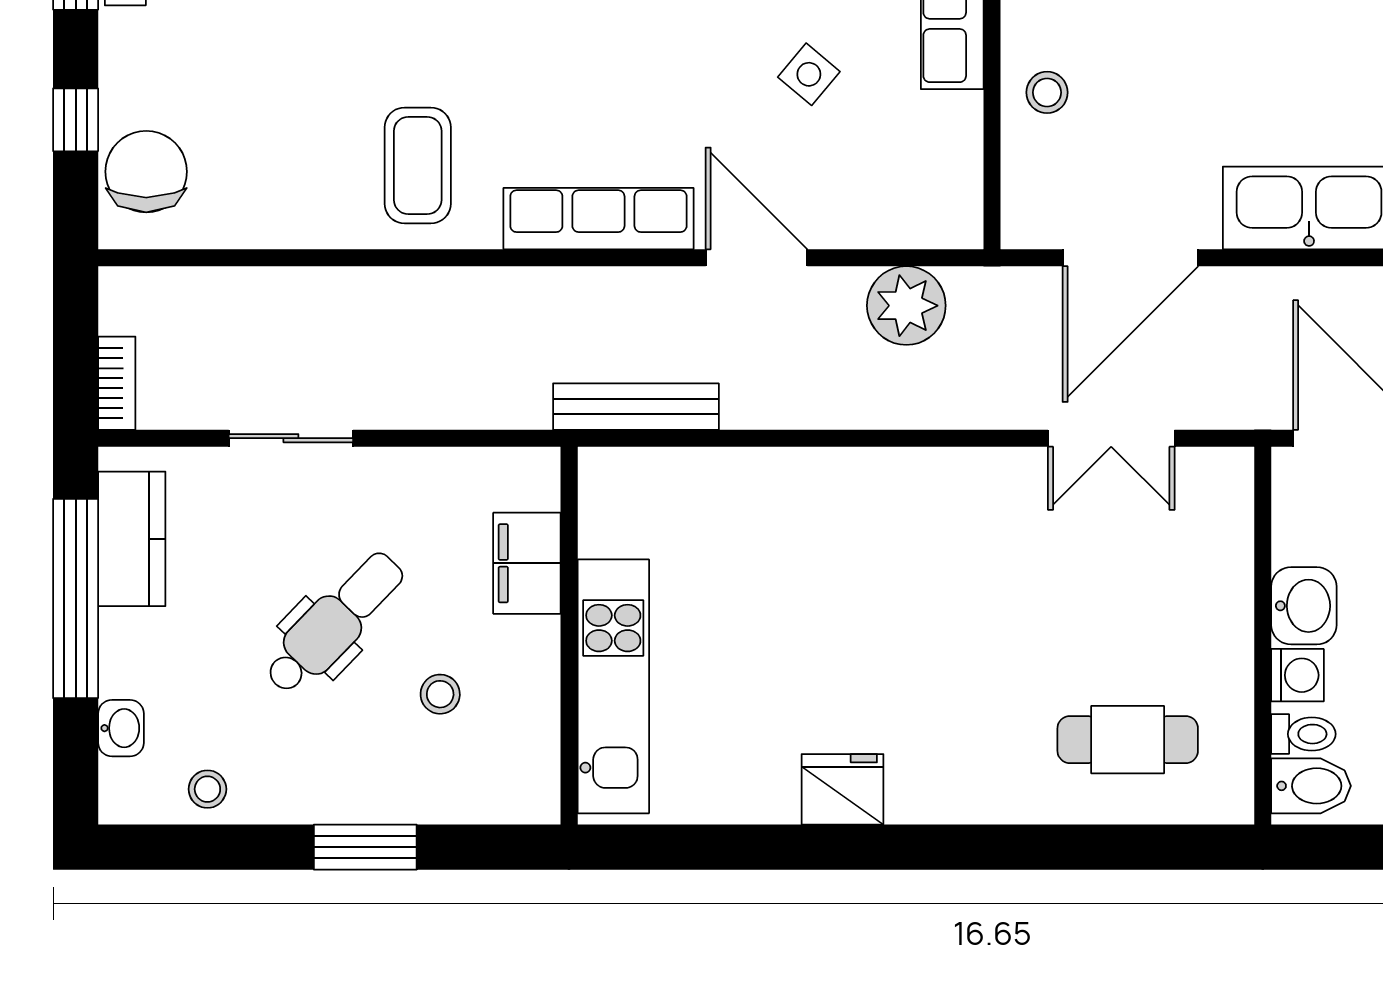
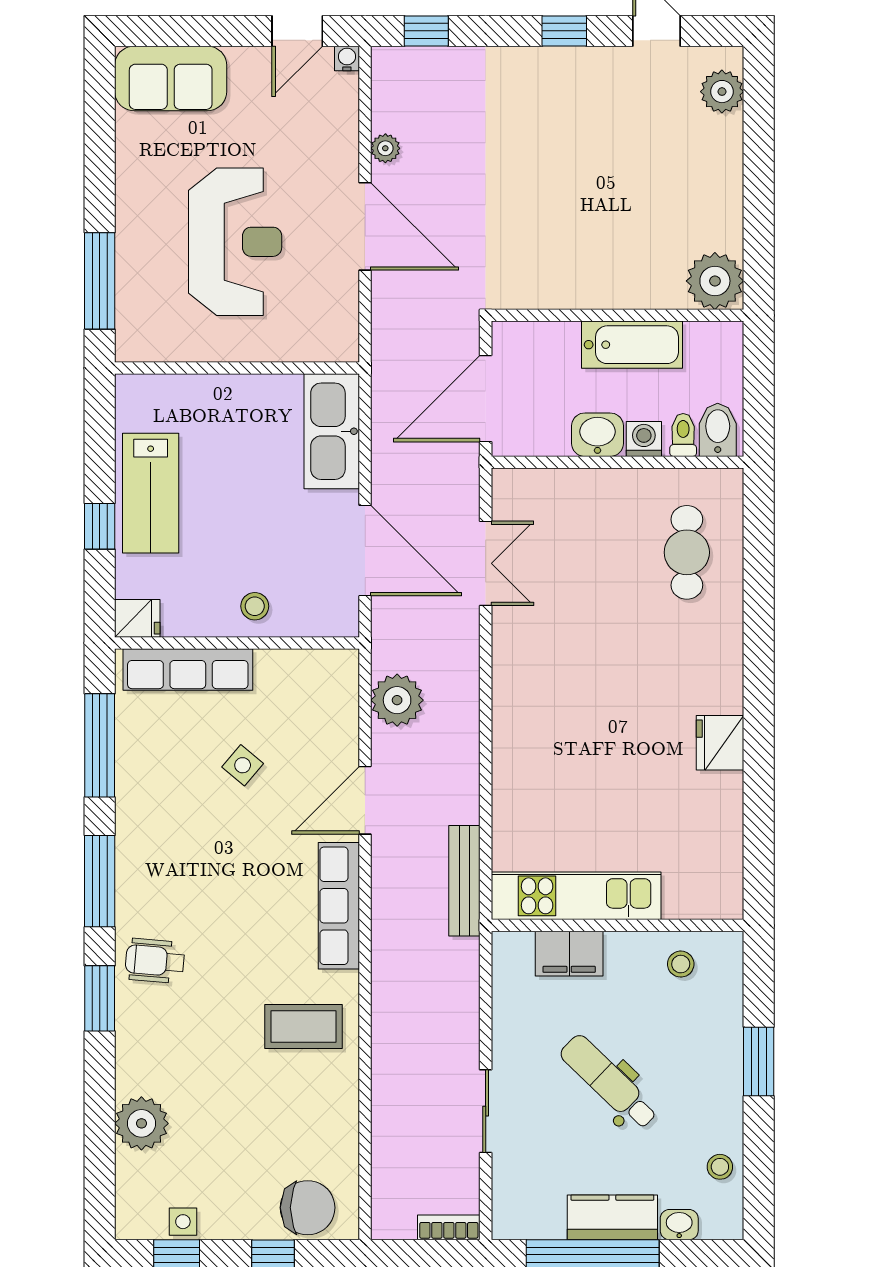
chair: (146, 172) -> (308, 1208), turned 180
kitchen counter: (132, 539) -> (612, 1217), moved
kitchen unit: (613, 686) -> (576, 896), moved
stool: (440, 694) -> (681, 964), moved

